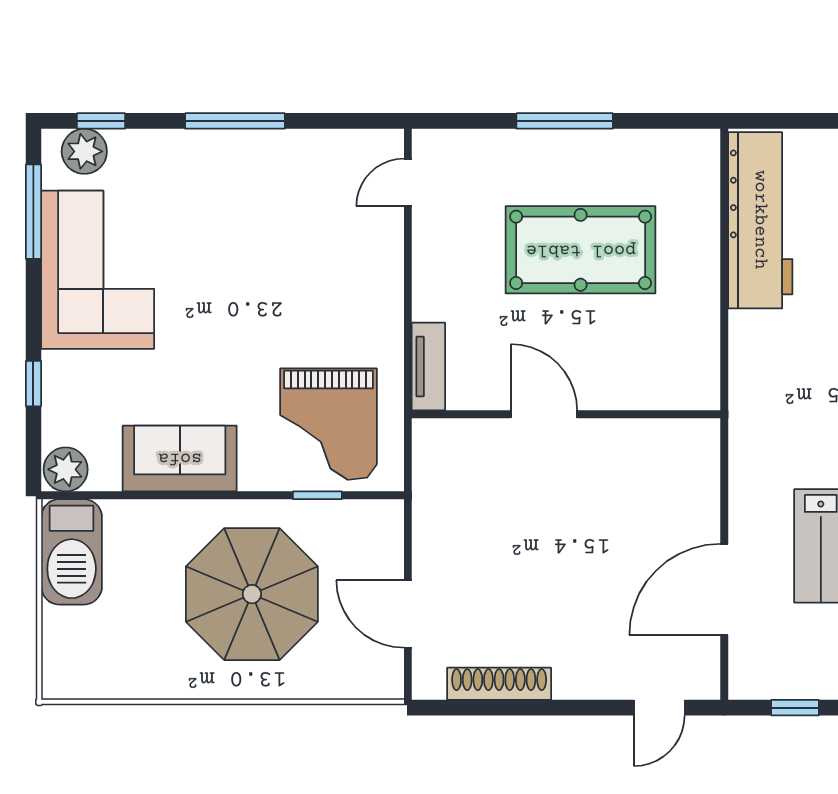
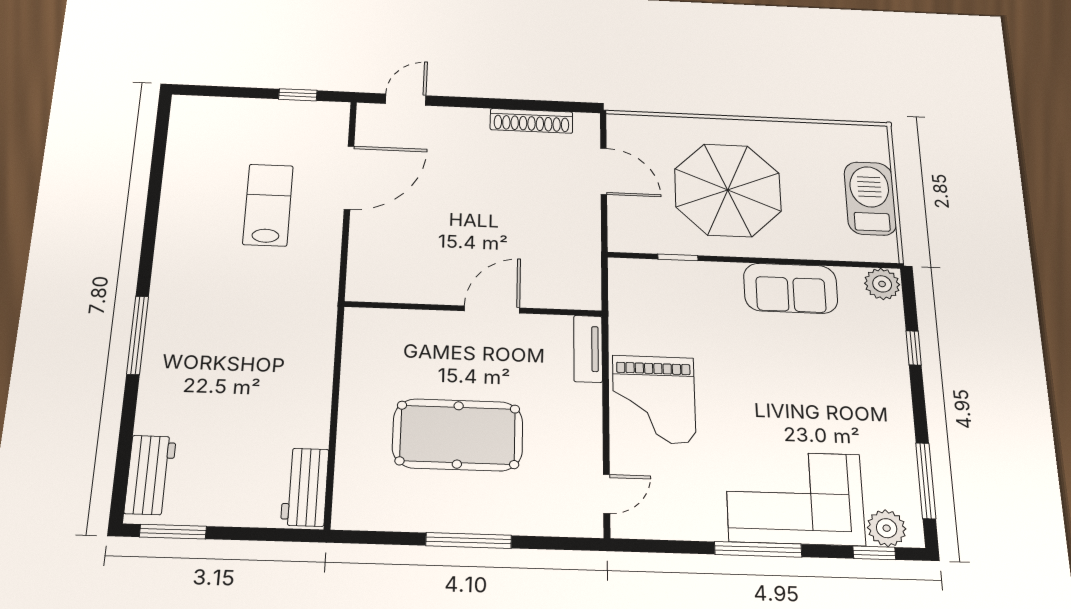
workbench: (760, 220) -> (305, 487), width x0.53, depth x0.76
corner sofa: (98, 270) -> (795, 498), moved, turned 90
door: (544, 414) -> (492, 309), swing flipped
grand piano: (329, 424) -> (654, 399), moved, turned 180
barbecue: (72, 552) -> (870, 198), moved

